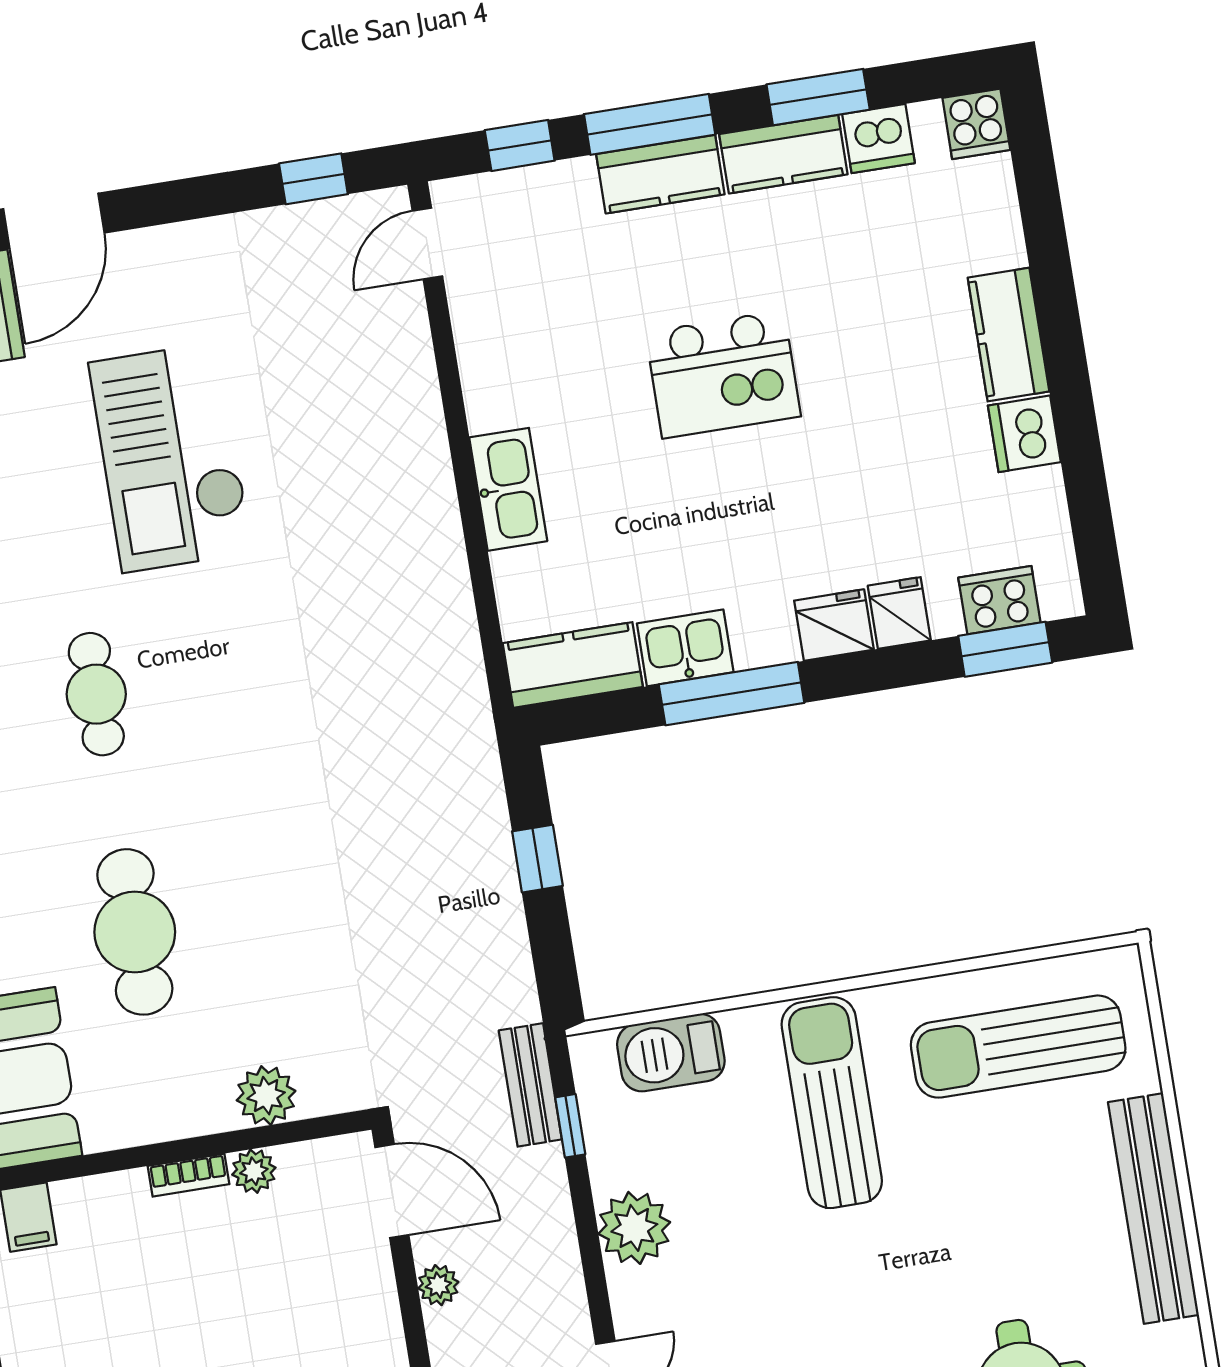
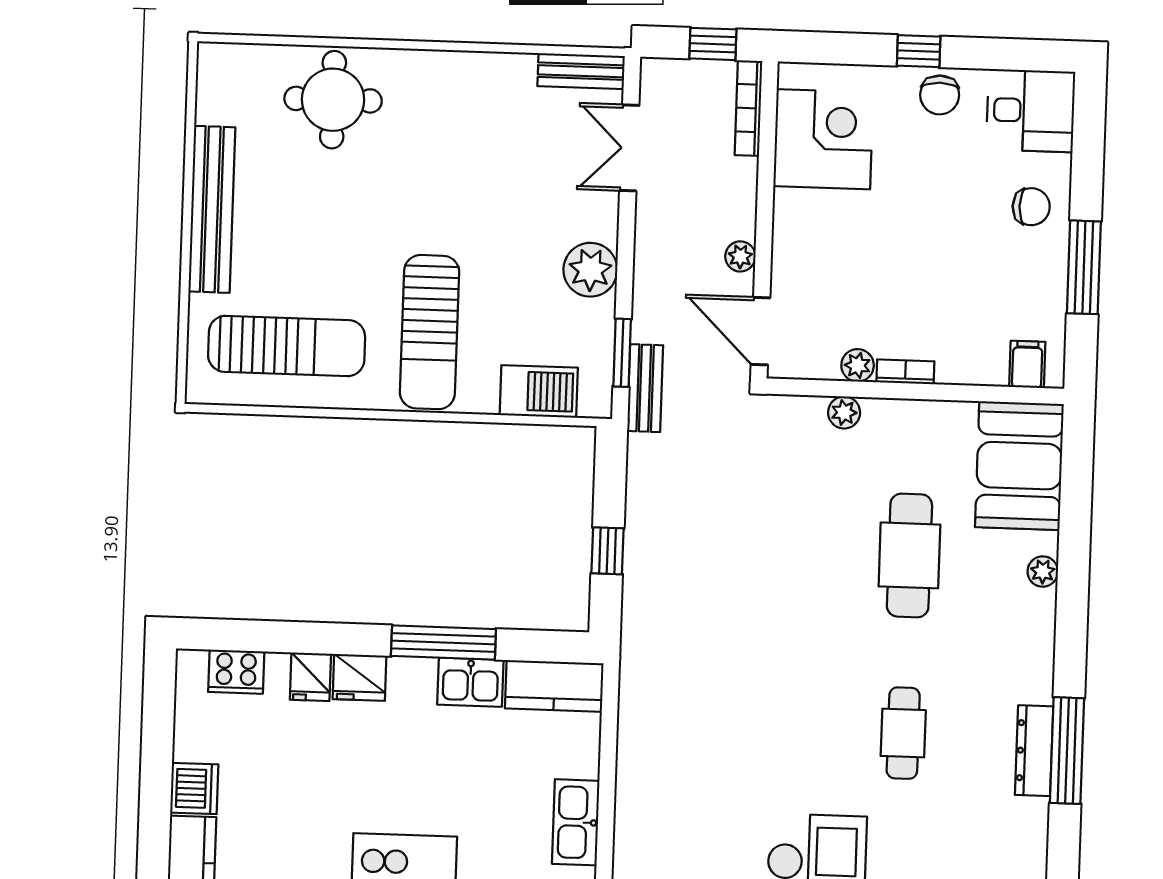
window: (1005, 649) -> (239, 635), removed
plant: (266, 1096) -> (844, 413), width x0.73, depth x0.73
window: (570, 1126) -> (622, 353), width x1.50

